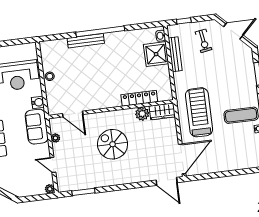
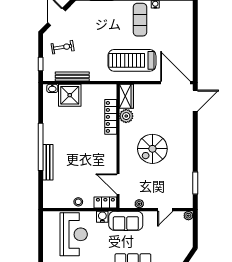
locker: (52, 104) -> (105, 203), added
door: (73, 114) -> (118, 184), swing flipped

